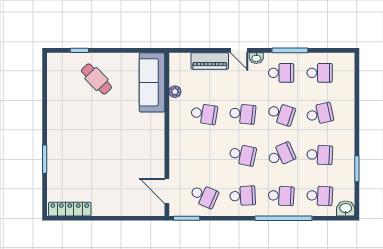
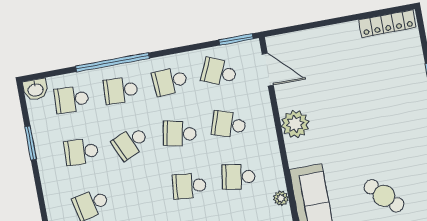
school desk: (281, 114) -> (229, 124), moved
plant: (154, 146) -> (295, 124), added

